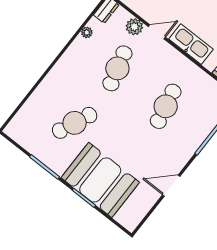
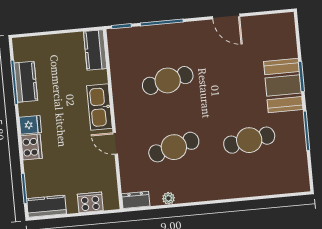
plant: (134, 27) -> (128, 165), removed
cafe table: (75, 123) -> (249, 140), turned -33
booth: (100, 180) -> (283, 86), width x0.73, depth x0.70

